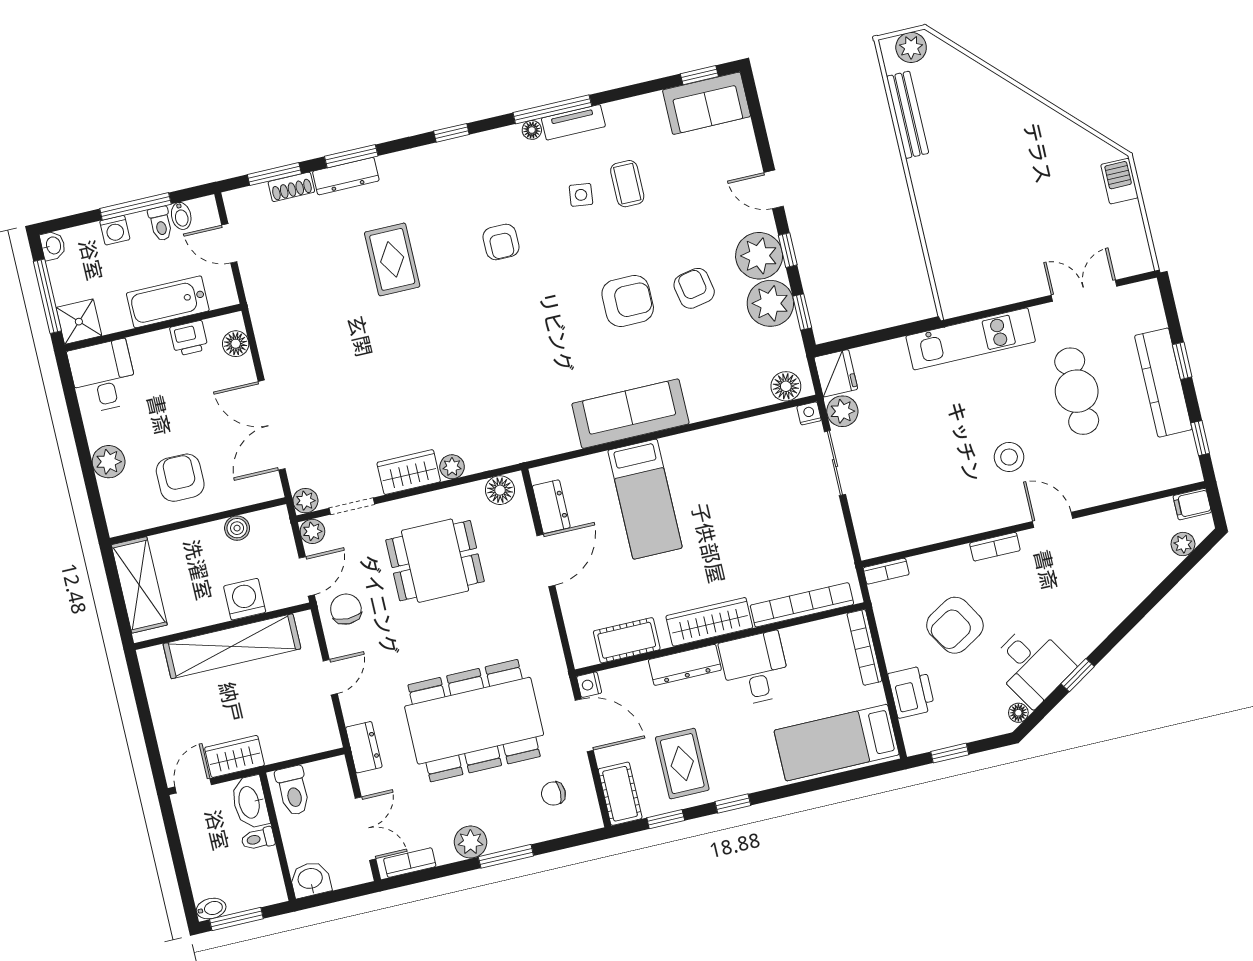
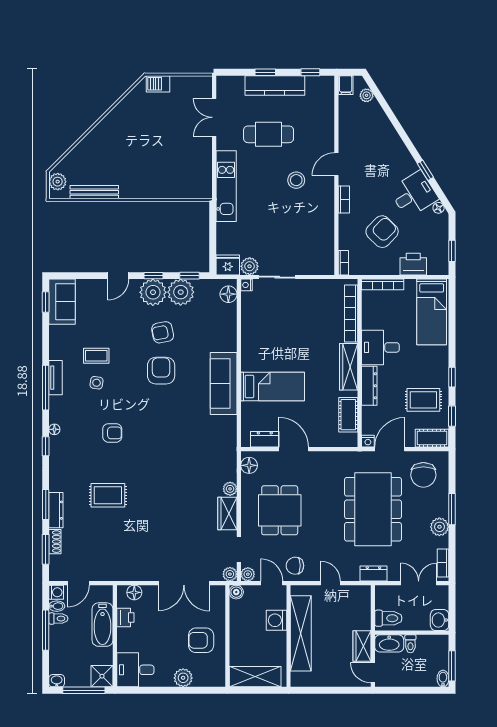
floor lamp: (532, 130) -> (54, 429), moved
washing machine: (115, 230) -> (56, 592), moved
boiler: (237, 528) -> (236, 592), moved
armchair: (955, 625) -> (382, 232), turned -105
chair: (553, 793) -> (423, 475), width x1.87, depth x1.87

